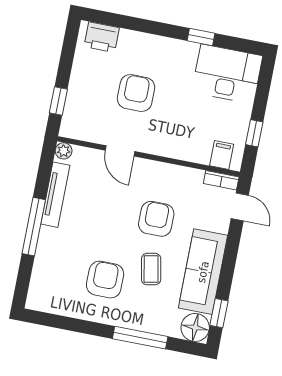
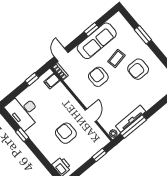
armchair: (136, 93) -> (66, 133), turned 90
armchair: (156, 219) -> (98, 77), turned 90
window: (34, 227) -> (133, 127), moved
window: (219, 313) -> (91, 29), moved
floor lamp: (195, 327) -> (118, 21), removed
window: (140, 338) -> (143, 35), width x0.69

